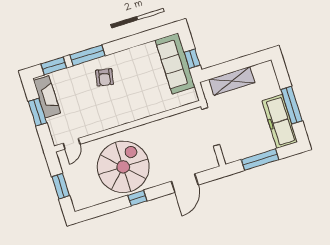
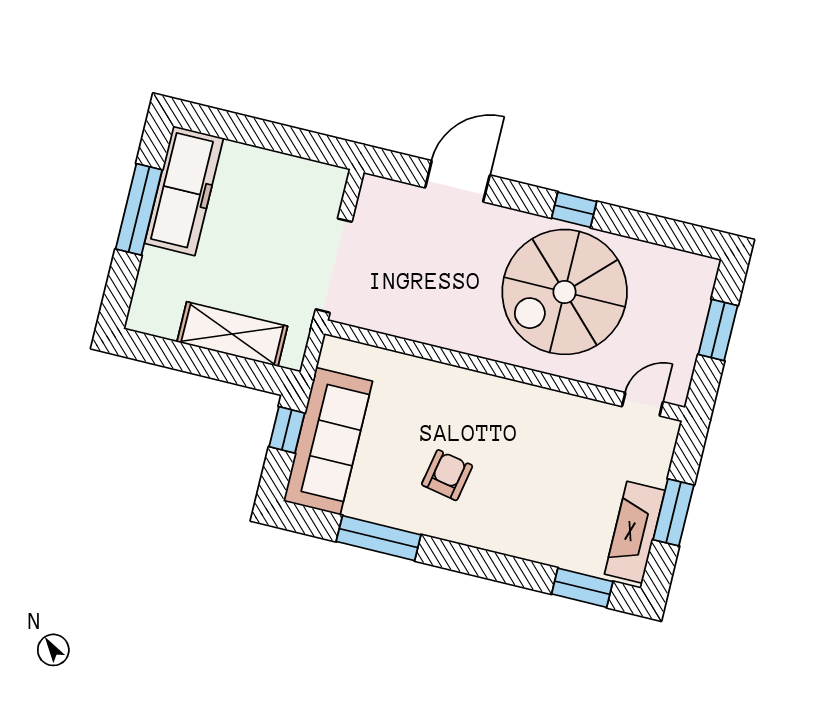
window: (87, 55) -> (379, 538), moved
armchair: (104, 77) -> (447, 475), moved
window: (260, 160) -> (272, 136), removed

